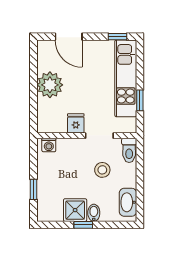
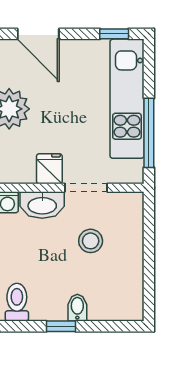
window: (140, 100) -> (149, 133), width x2.17
toilet: (129, 150) -> (17, 302), moved, turned 180
washbasin: (128, 202) -> (42, 205), moved, turned -90
shower: (75, 210) -> (48, 303), removed

